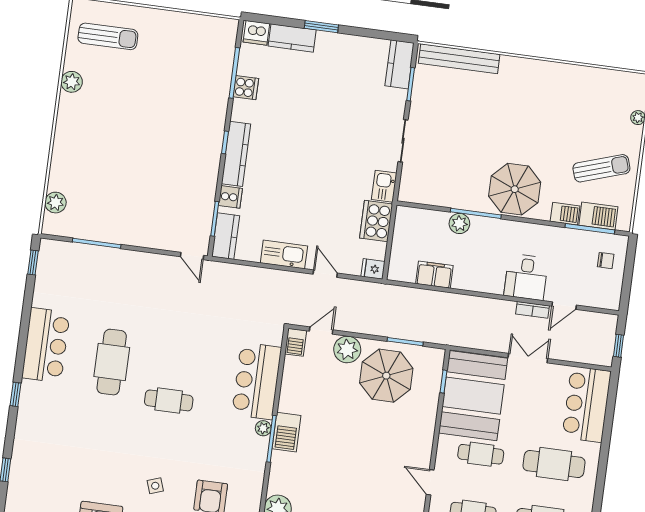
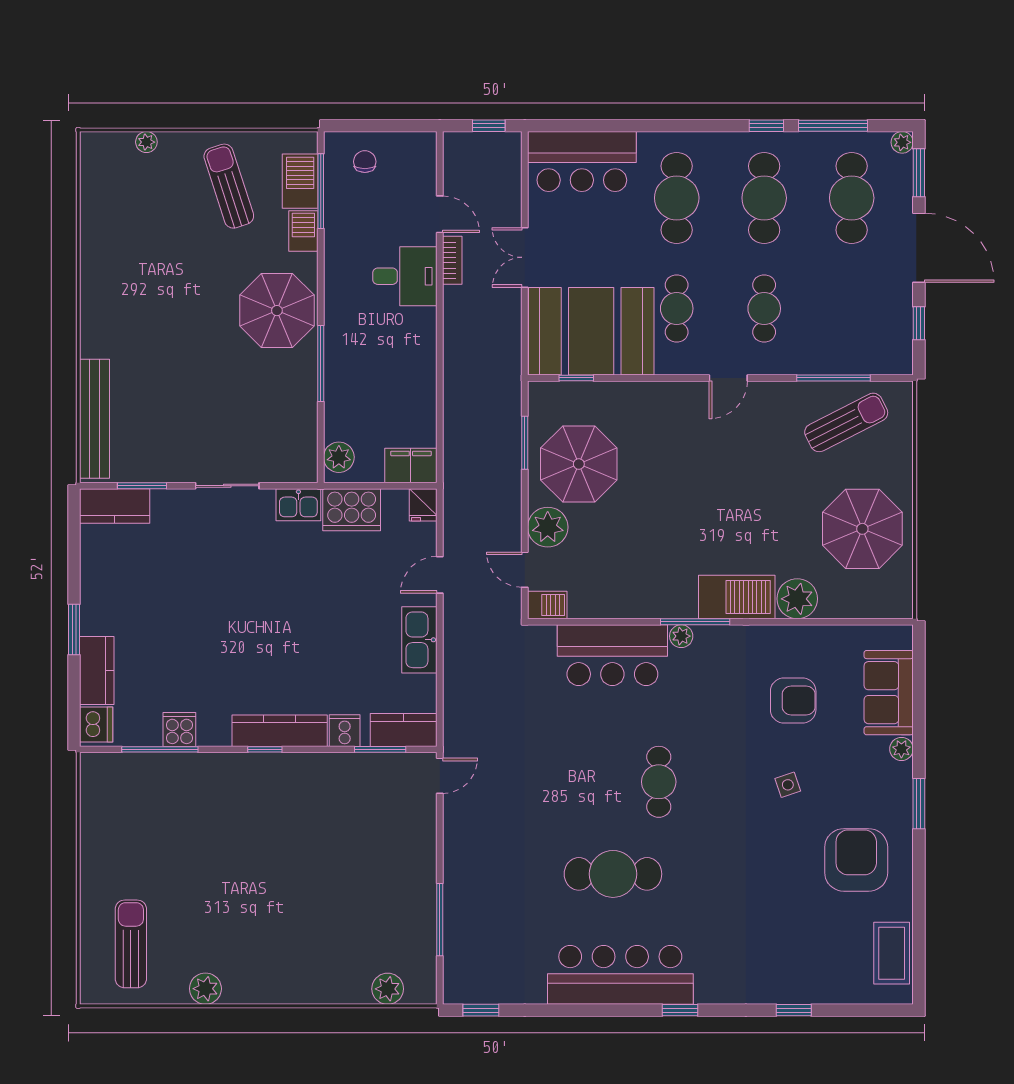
plant: (459, 224) -> (339, 457), moved
filing cabinet: (434, 275) -> (411, 466), moved, turned 90
bar counter: (46, 345) -> (620, 975), width x1.36
barbecue: (287, 432) -> (737, 597), moved, width x1.37, depth x1.21

